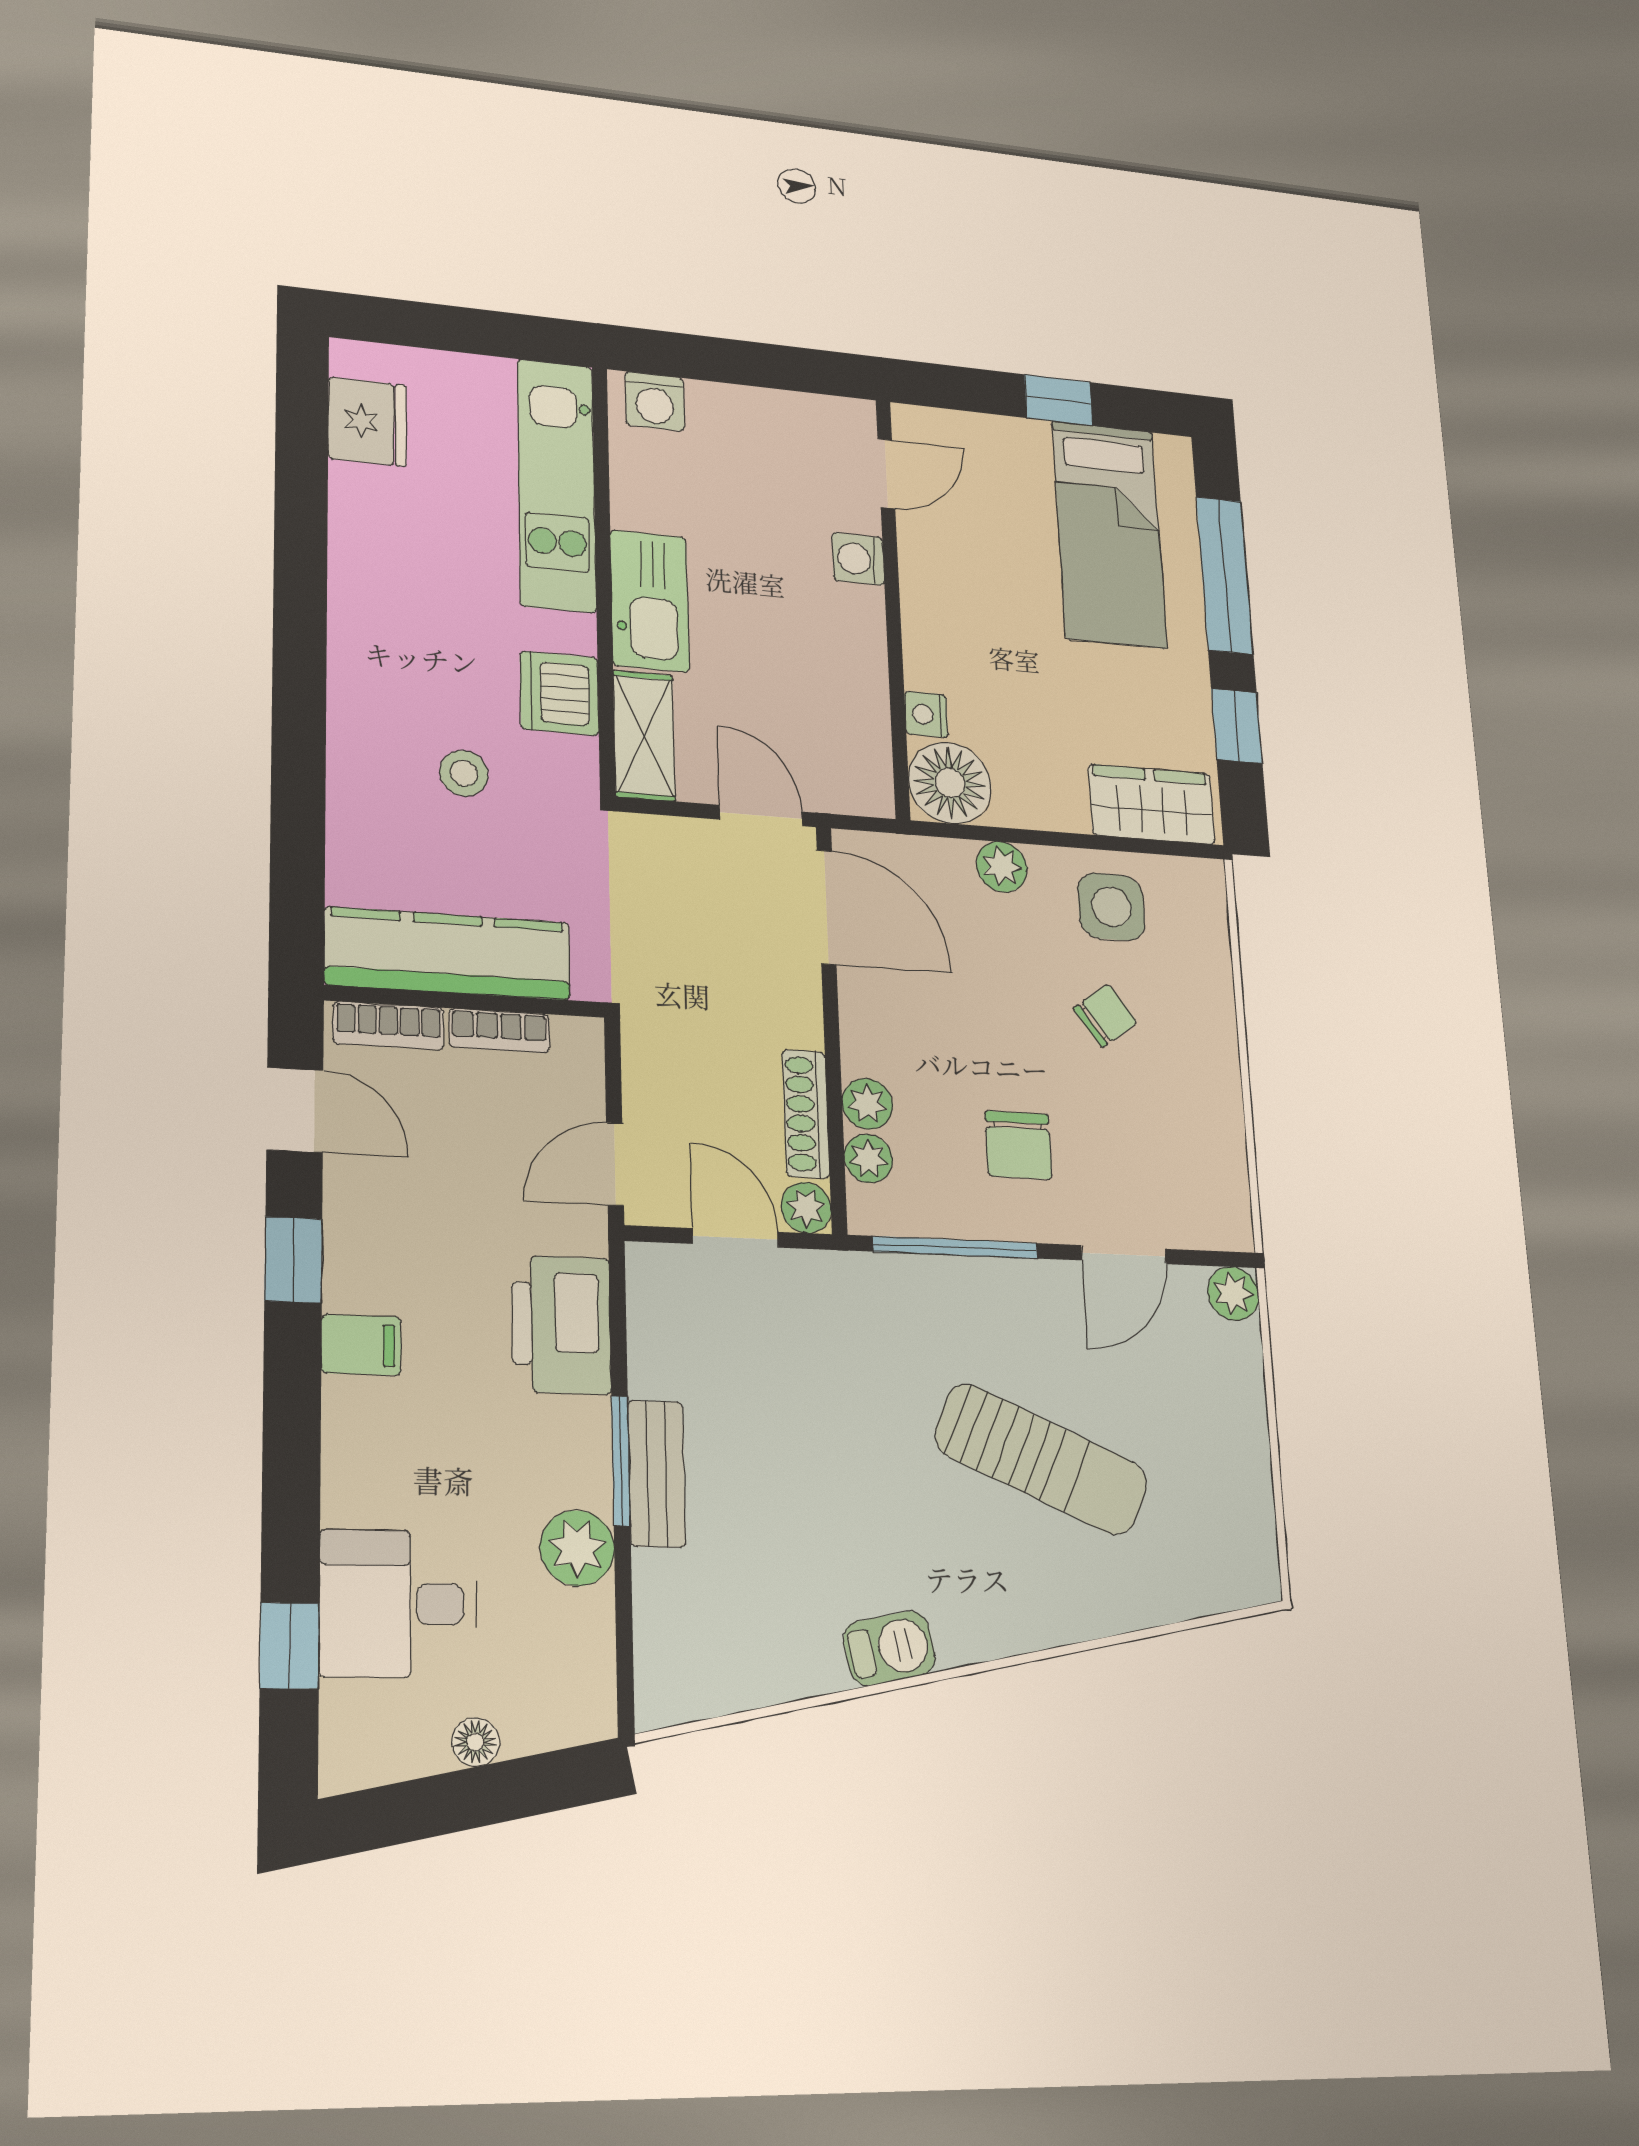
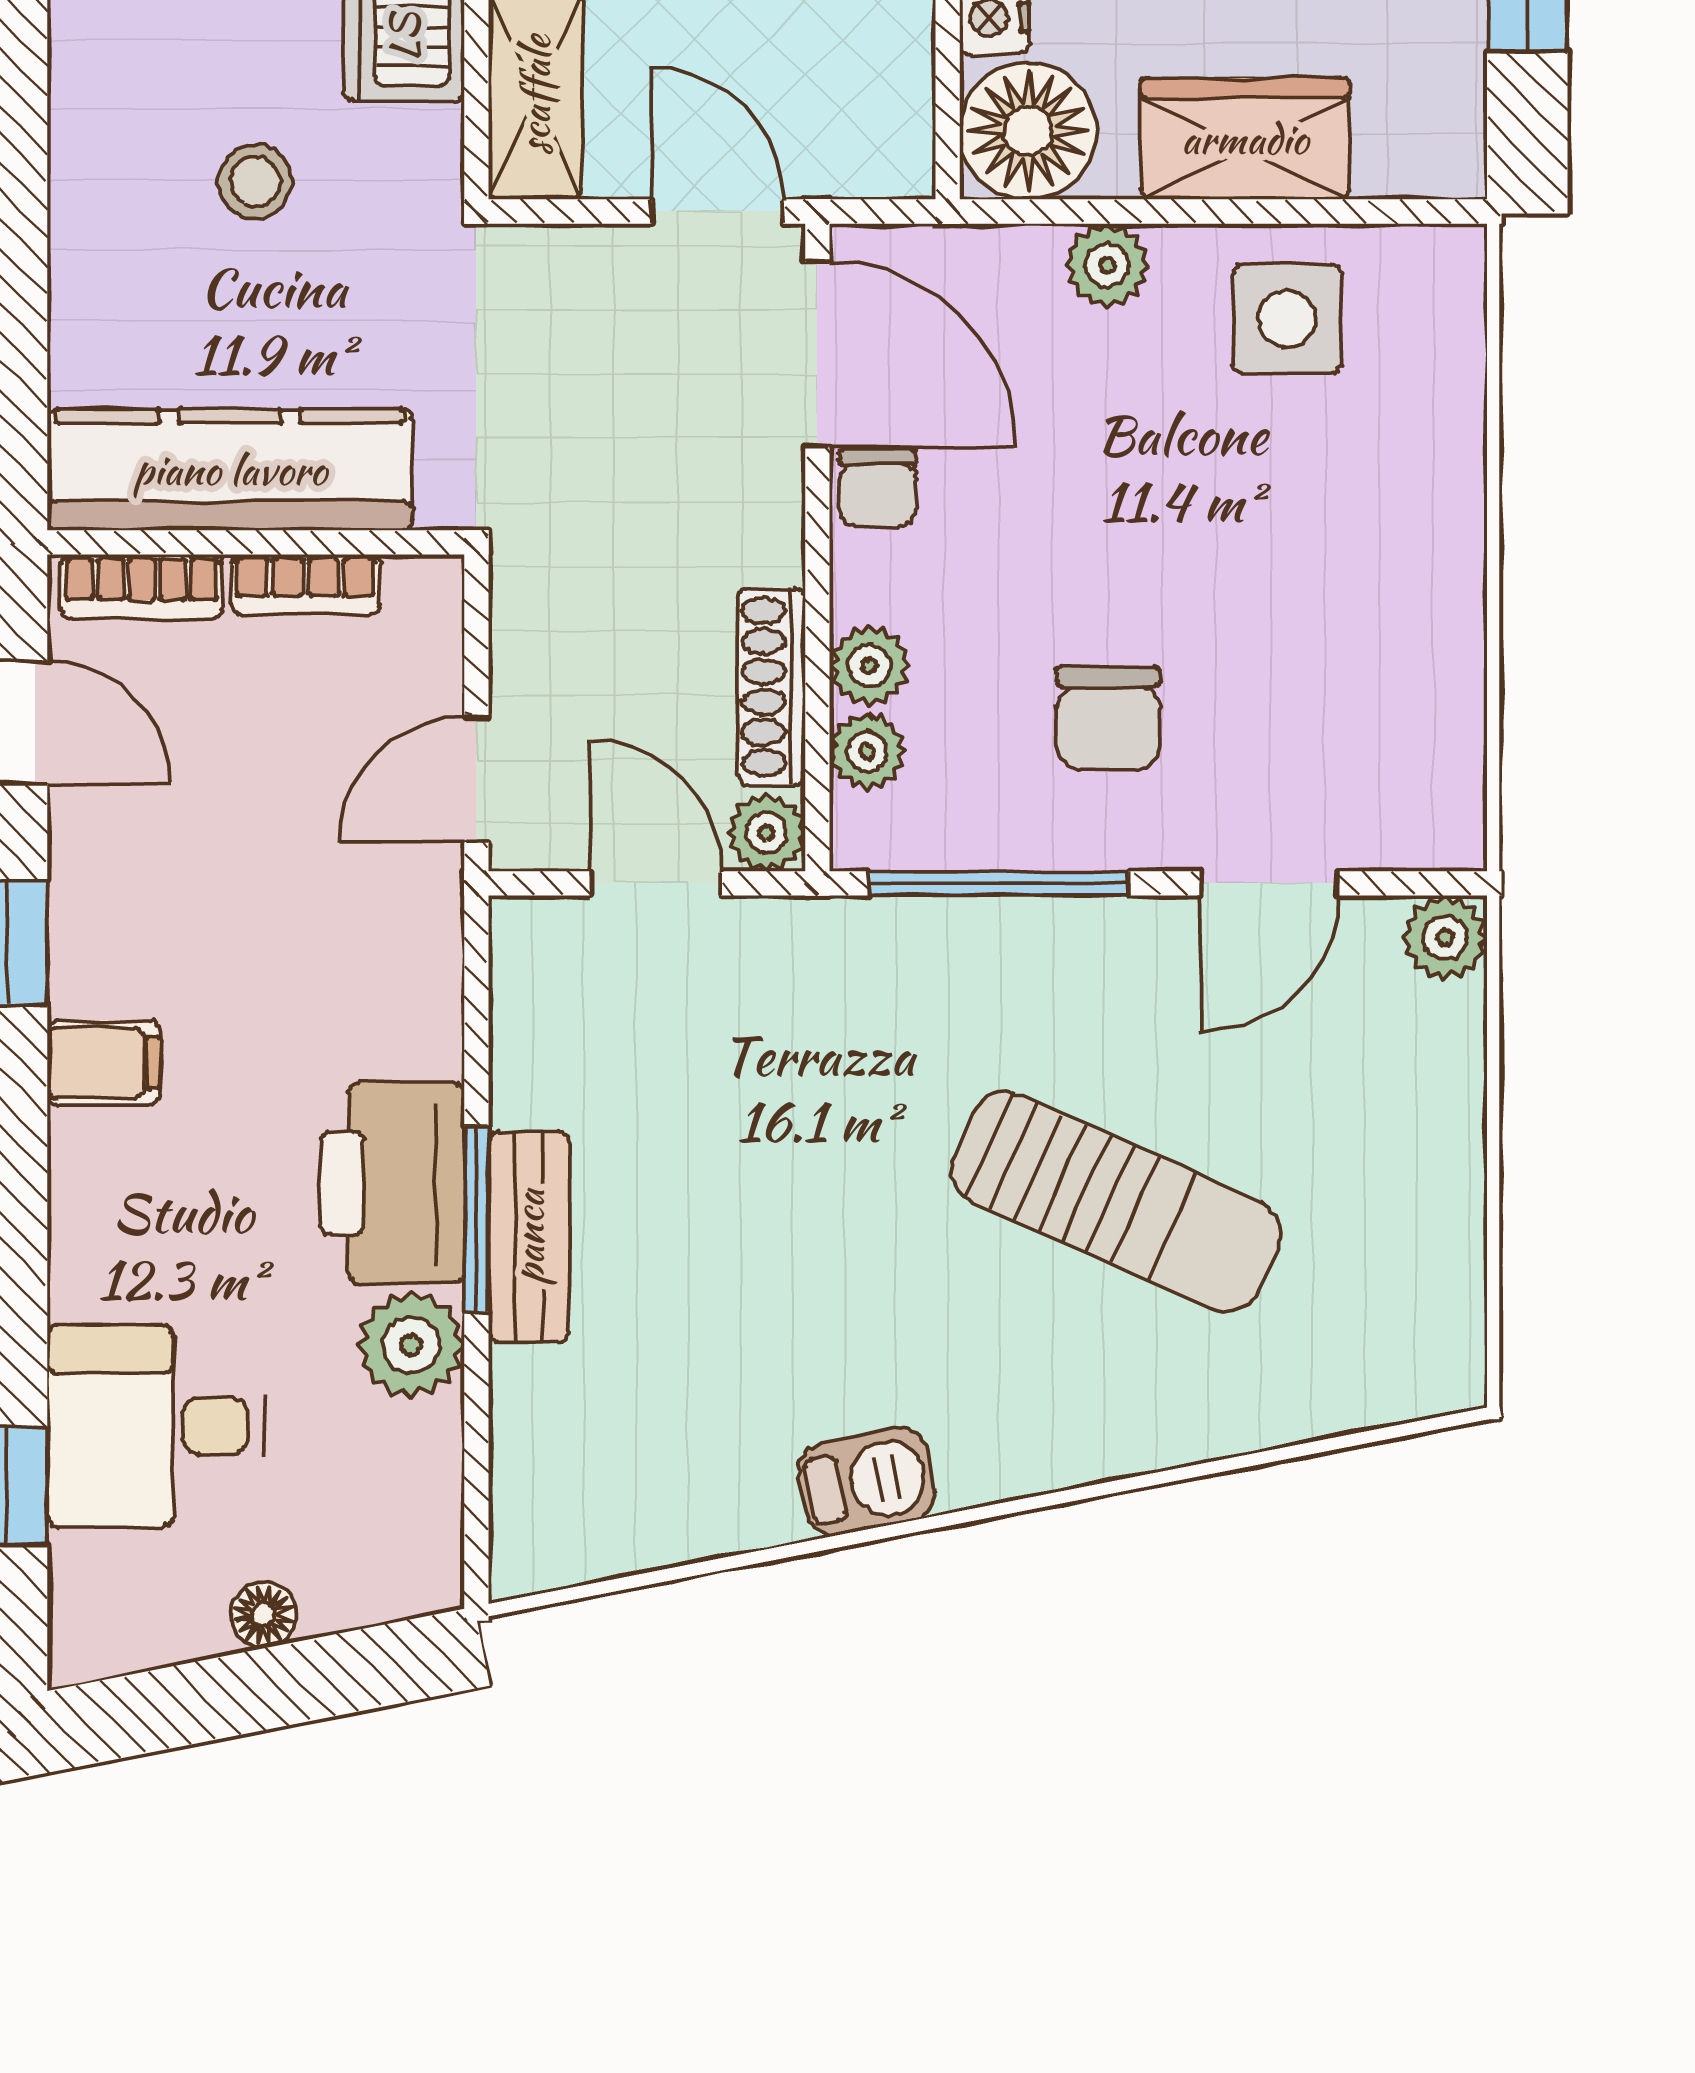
wardrobe: (1152, 804) -> (1245, 139), moved
chair: (1105, 1016) -> (878, 488), moved, turned 126
printer: (561, 1325) -> (392, 1183), moved

